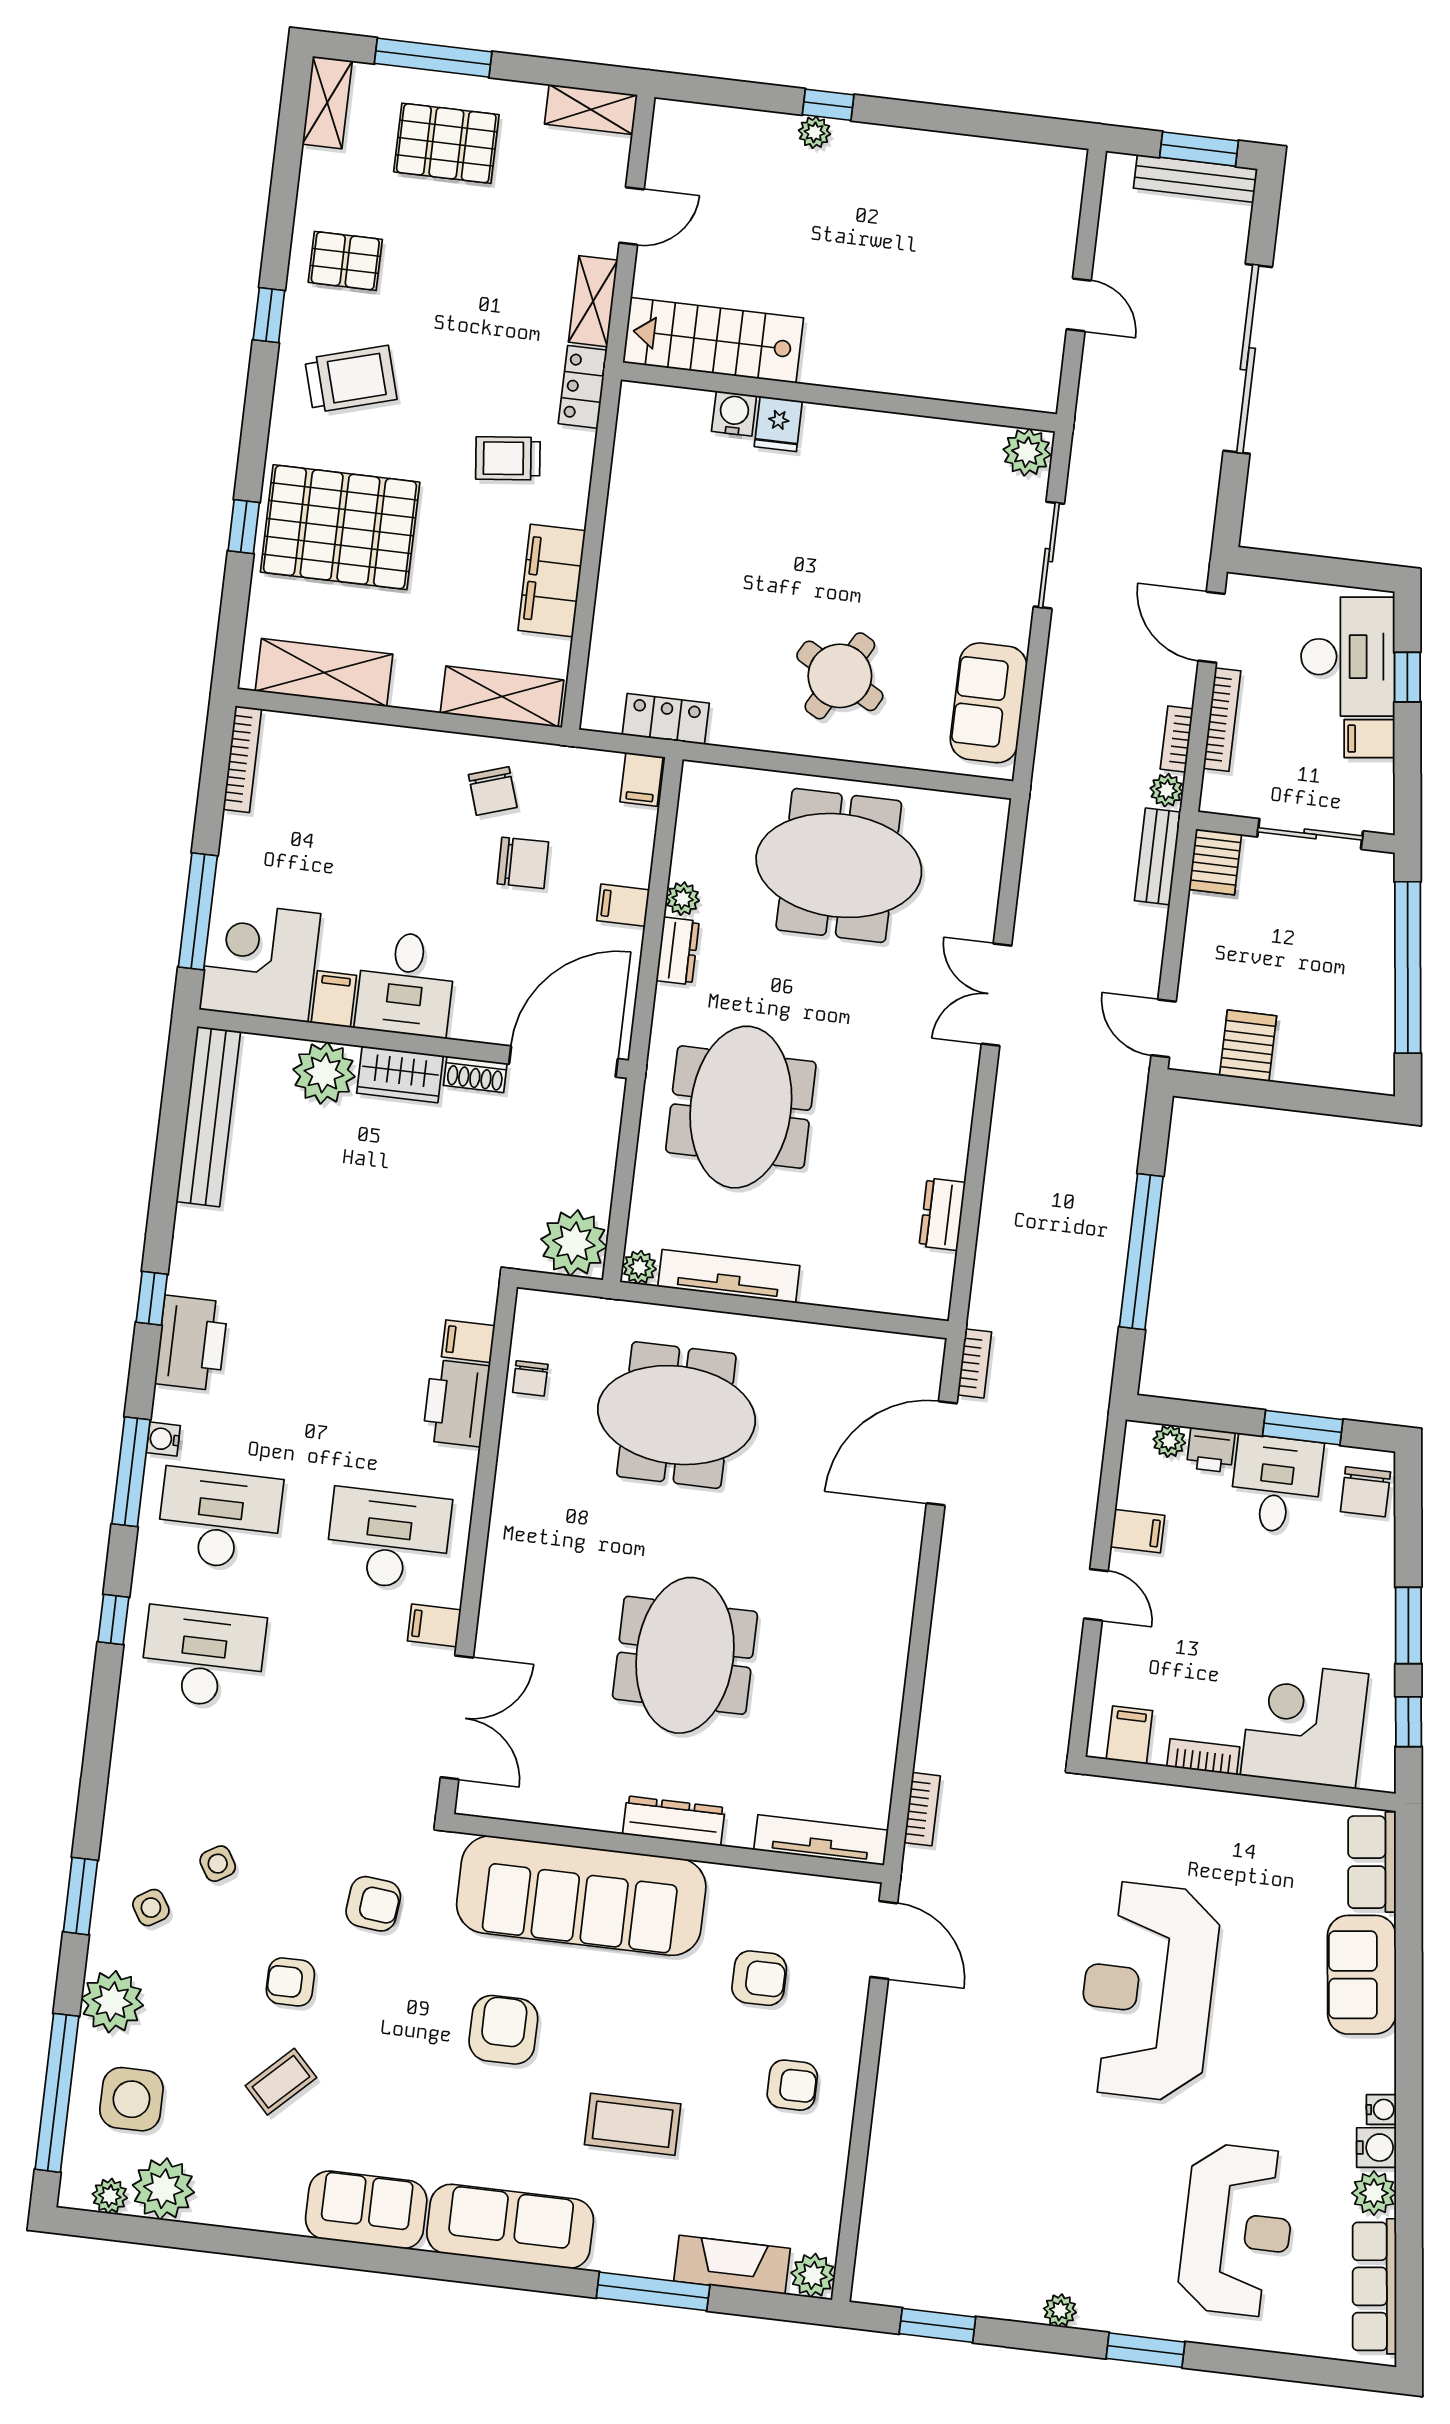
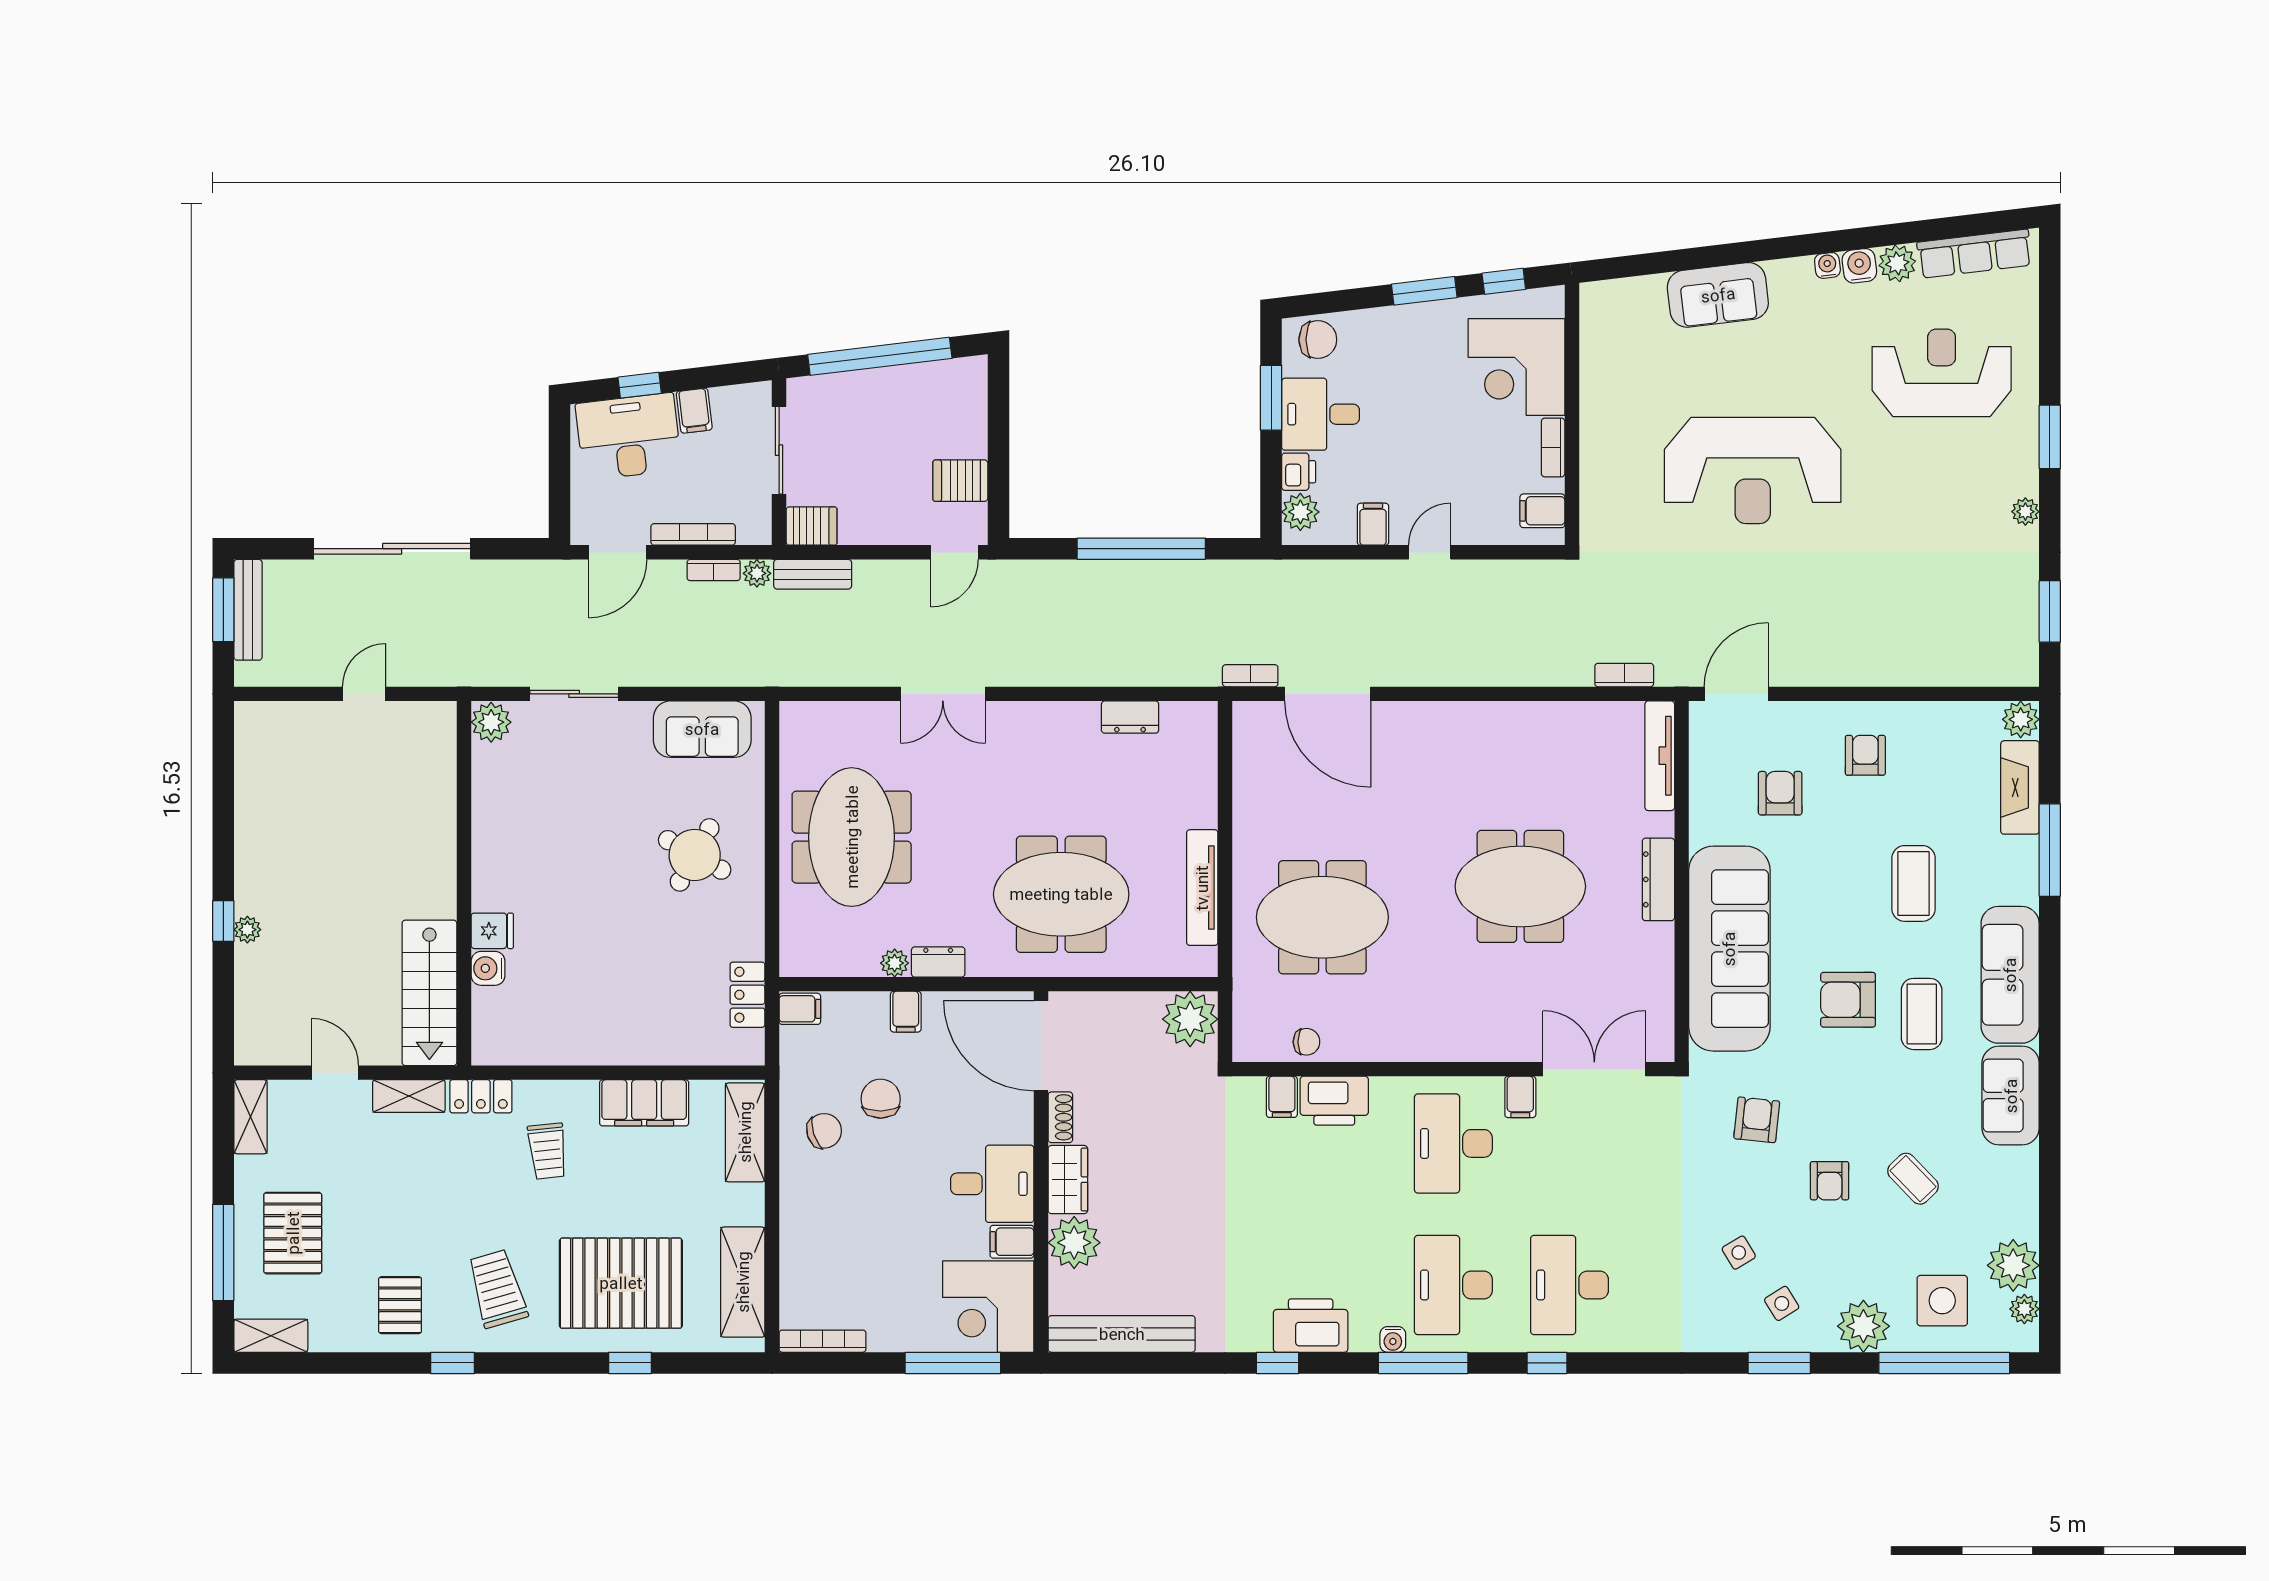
pallet: (340, 527) -> (621, 1283), turned 90
plant: (639, 1267) -> (1204, 962), removed
meeting table: (676, 1415) -> (1322, 917), turned 90
plant: (1169, 1441) -> (1300, 512), width x1.38, depth x1.38
row of seats: (1372, 1862) -> (1624, 298), removed
coffee table: (476, 2115) -> (1922, 1014), added

